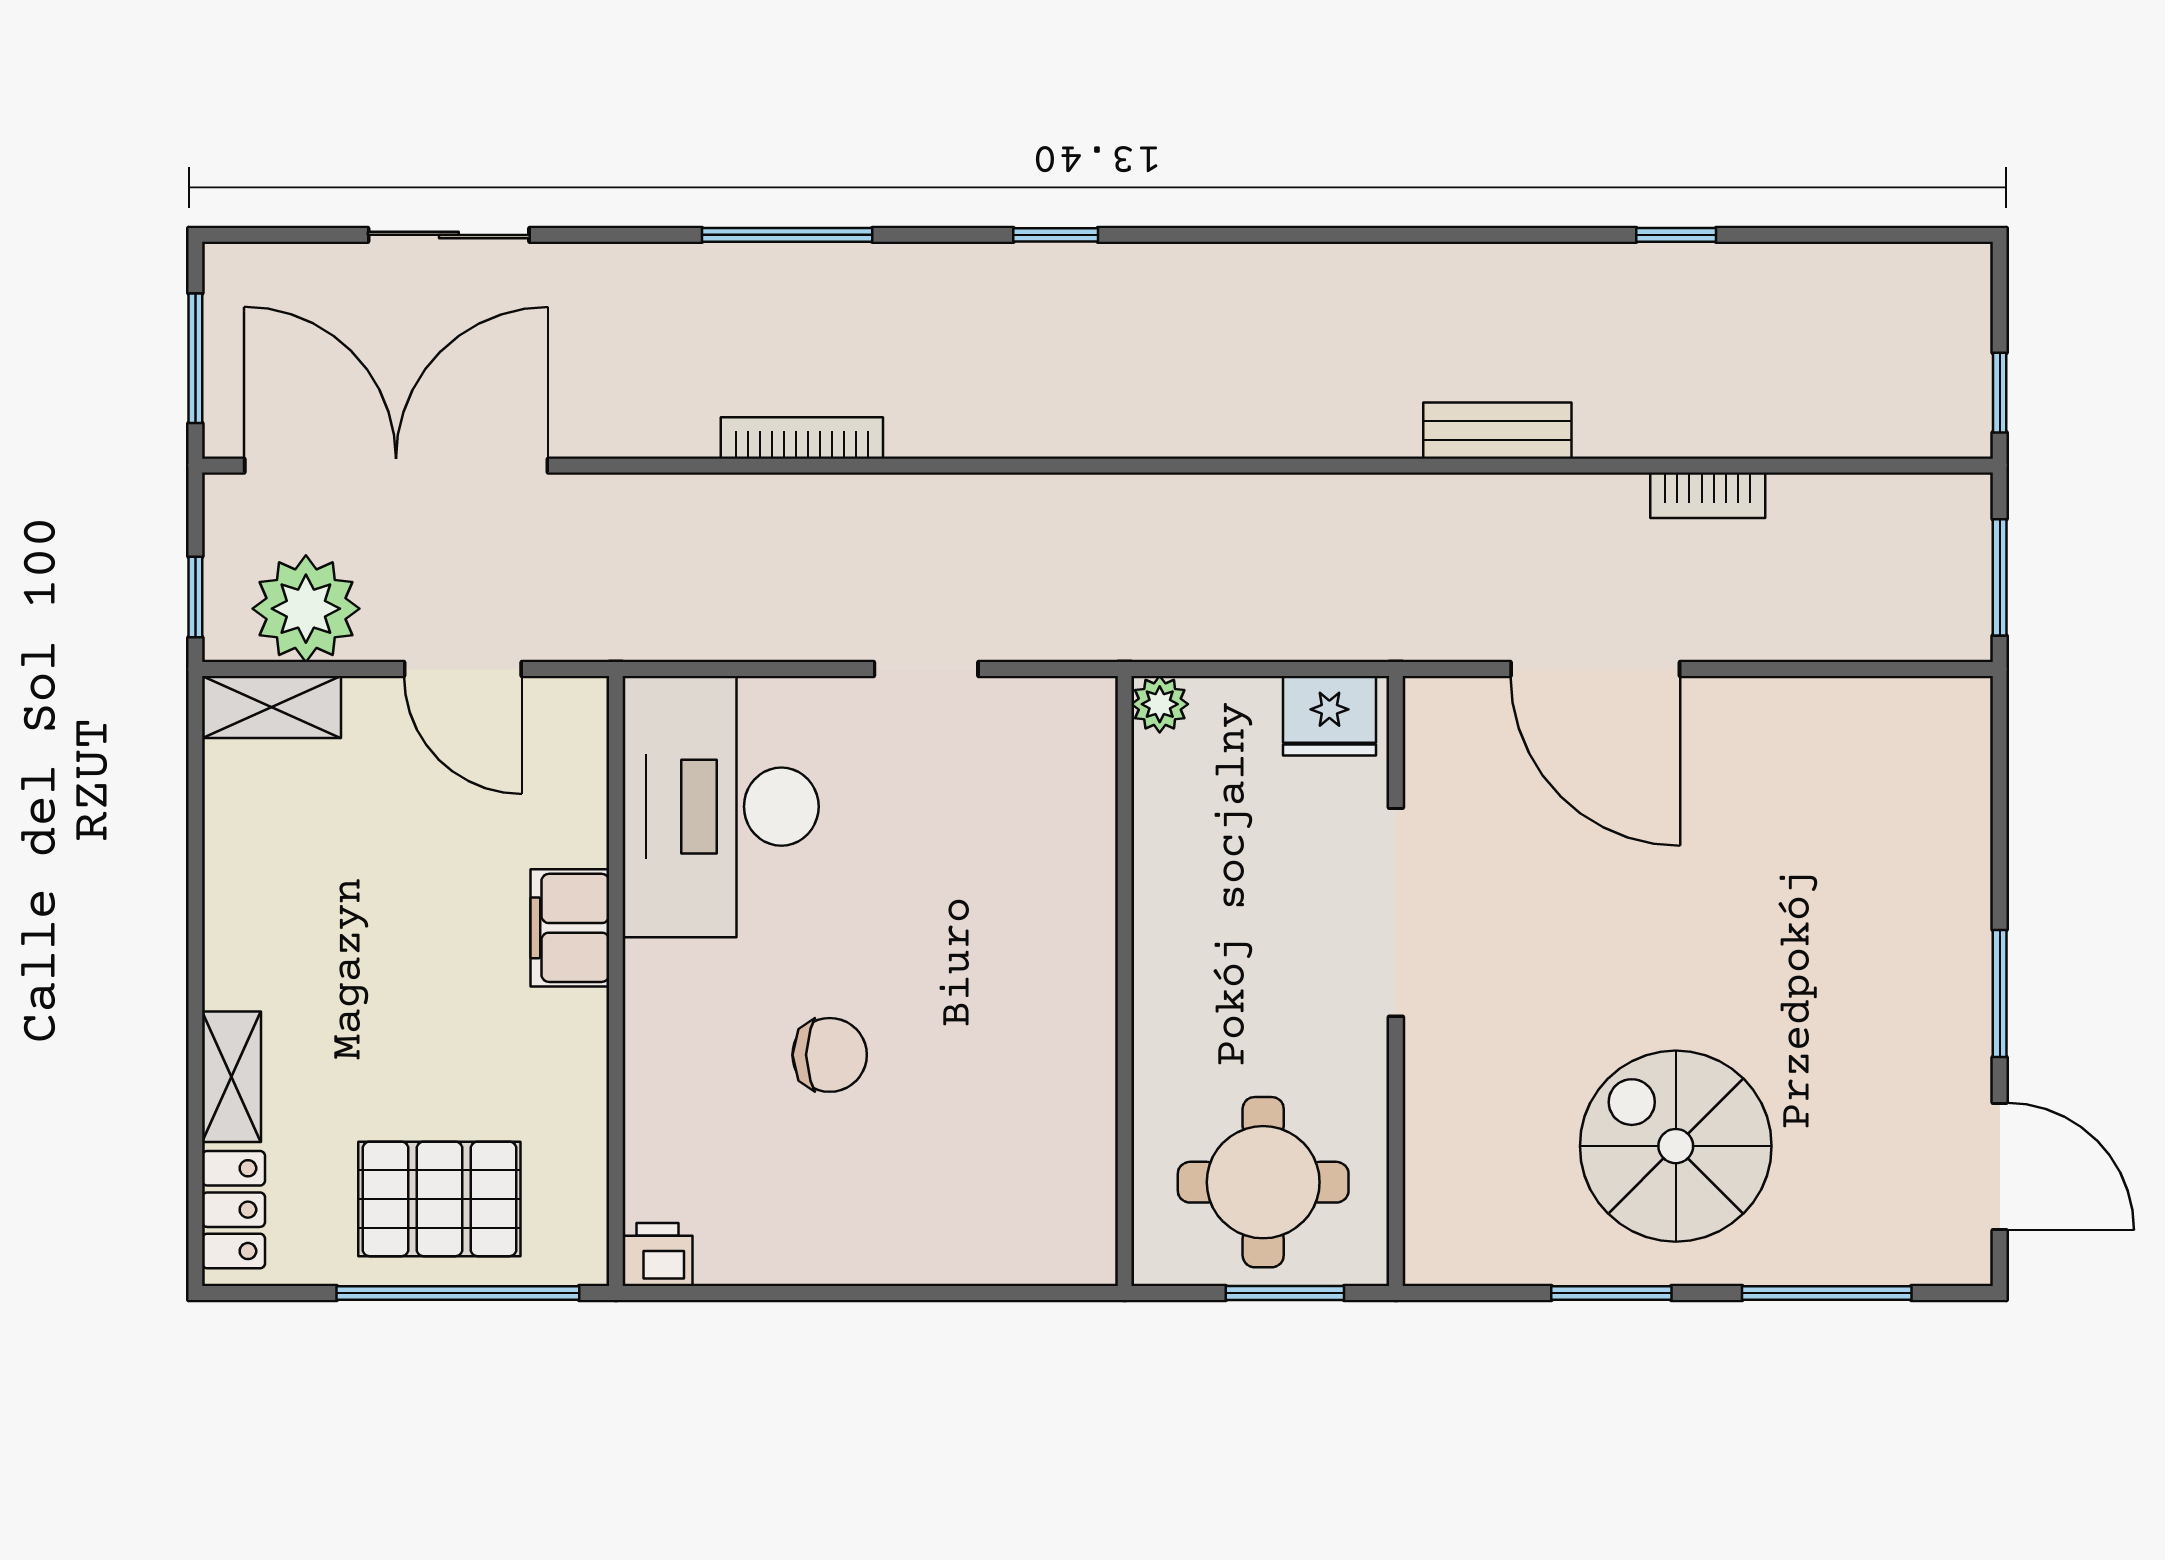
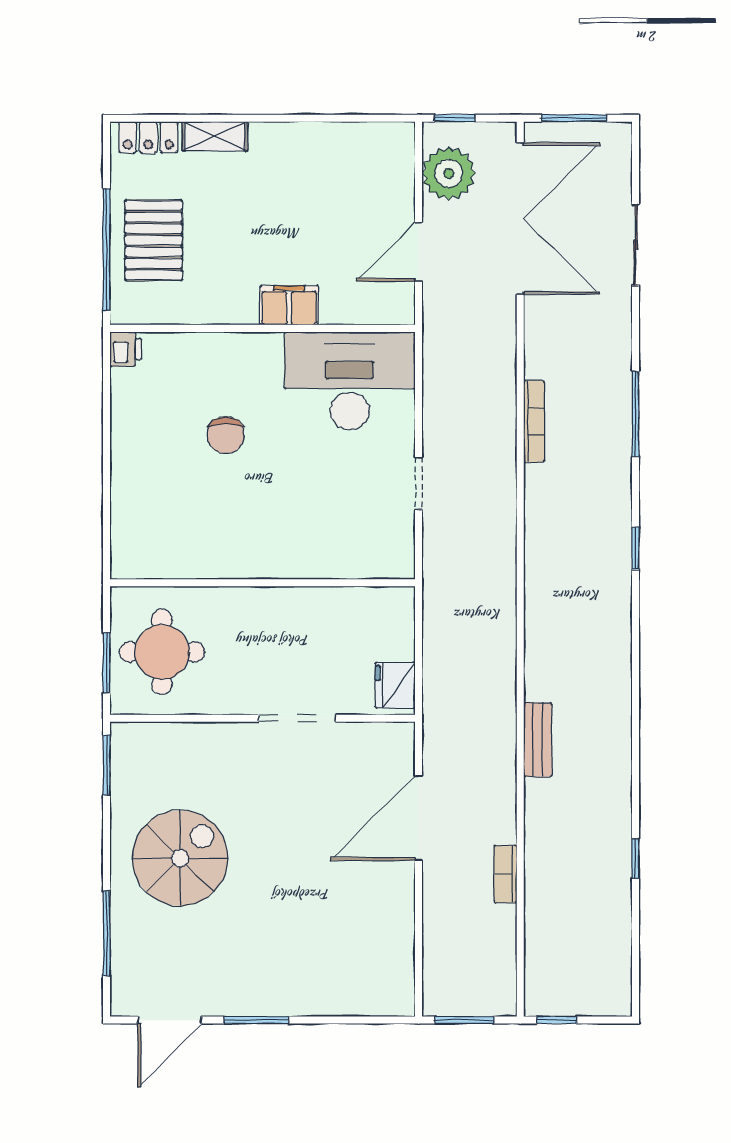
bench: (1497, 431) -> (538, 740), moved
plant: (1160, 704) -> (401, 600), removed
shelving: (271, 707) -> (400, 156), removed
doorway: (1396, 912) -> (297, 718), width x0.73
window: (1611, 1293) -> (107, 765), moved

